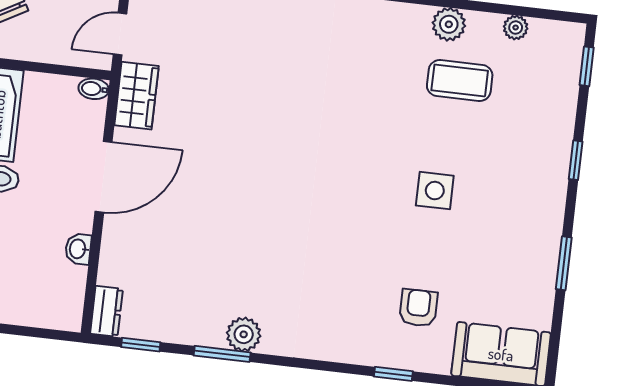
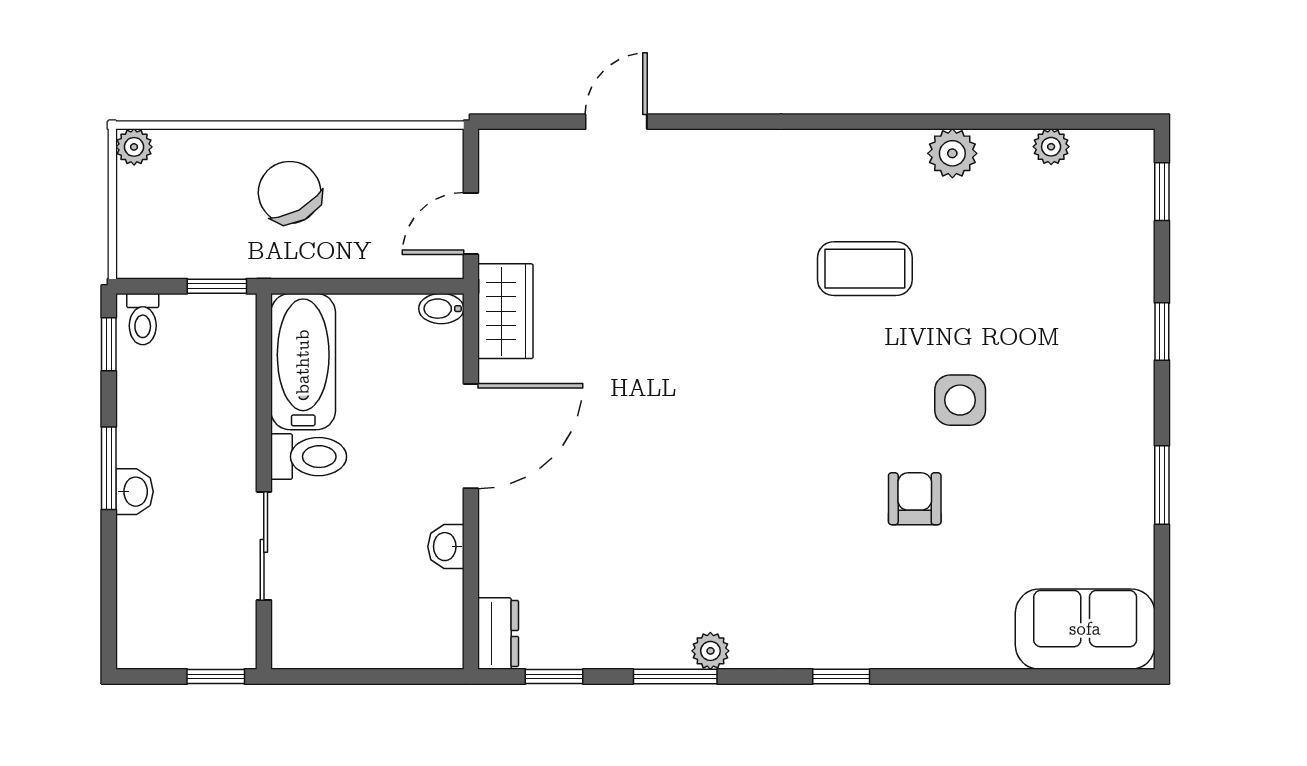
coffee table: (460, 81) -> (865, 269), moved
armchair: (418, 308) -> (915, 499), moved
plant: (244, 334) -> (710, 651), width x0.73, depth x0.73
window: (393, 374) -> (841, 676), moved

